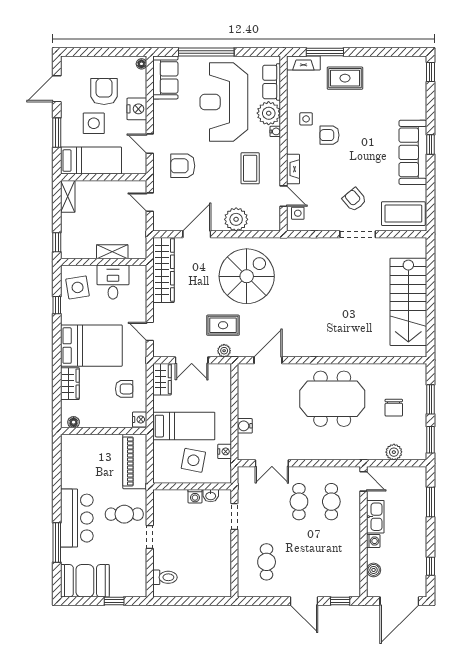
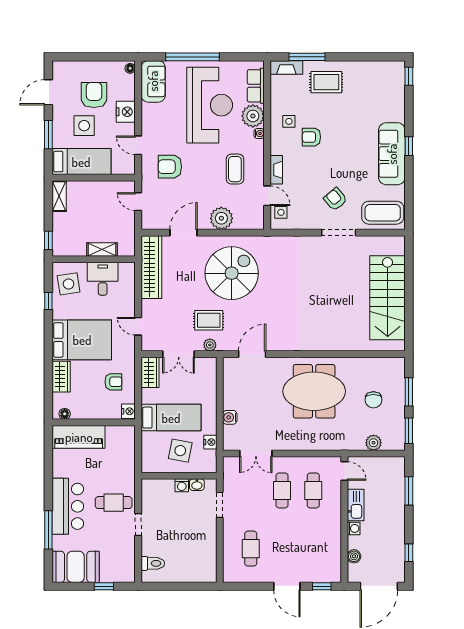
reception desk: (224, 102) -> (210, 105), turned 180
piano: (135, 461) -> (79, 437), moved, turned -90

